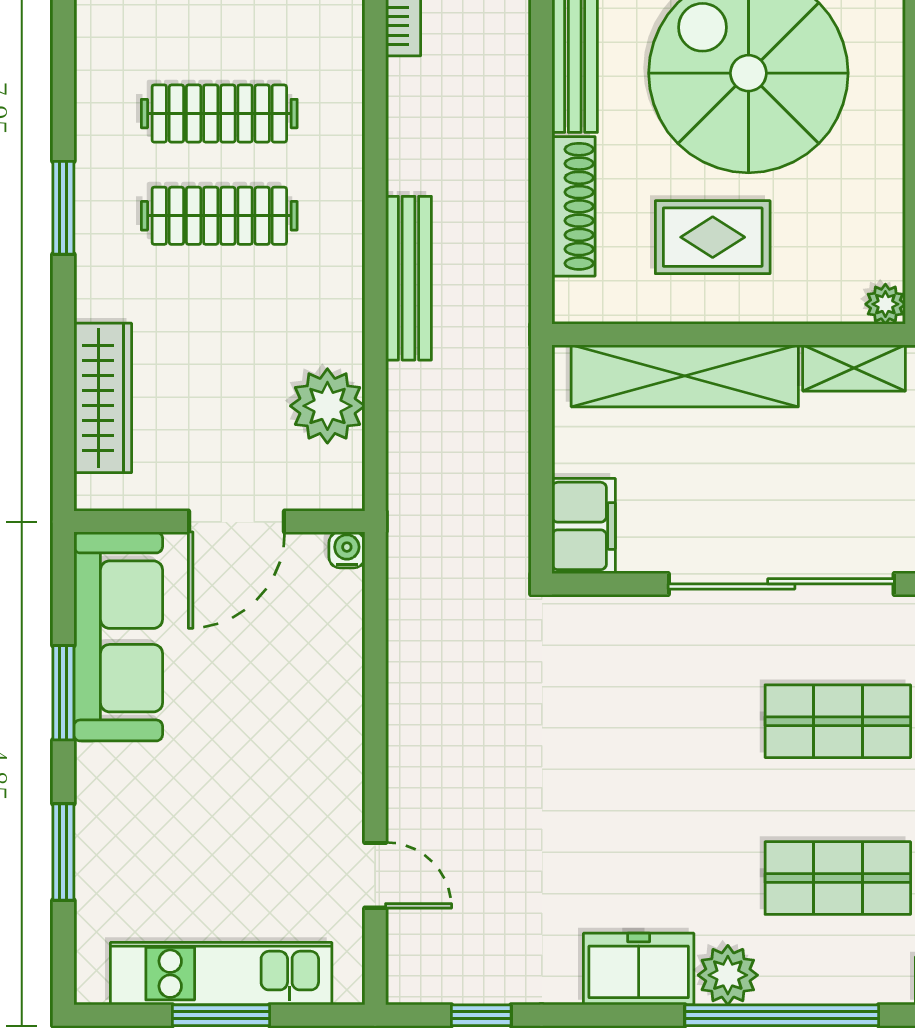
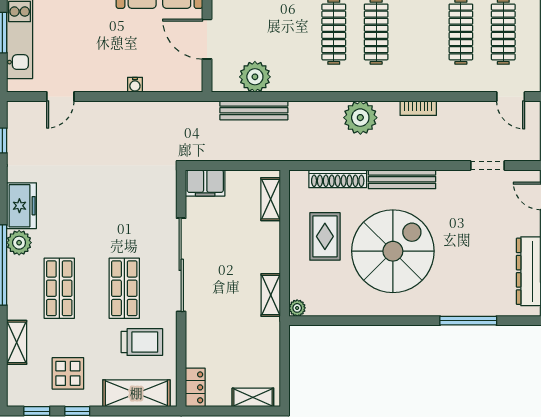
plant: (426, 152) -> (360, 118), added
bench: (409, 278) -> (254, 110), moved
shelving: (685, 376) -> (271, 199), width x0.45, depth x0.75
water cooler: (347, 550) -> (135, 85), moved, turned 90

